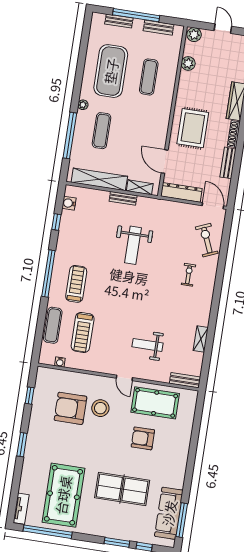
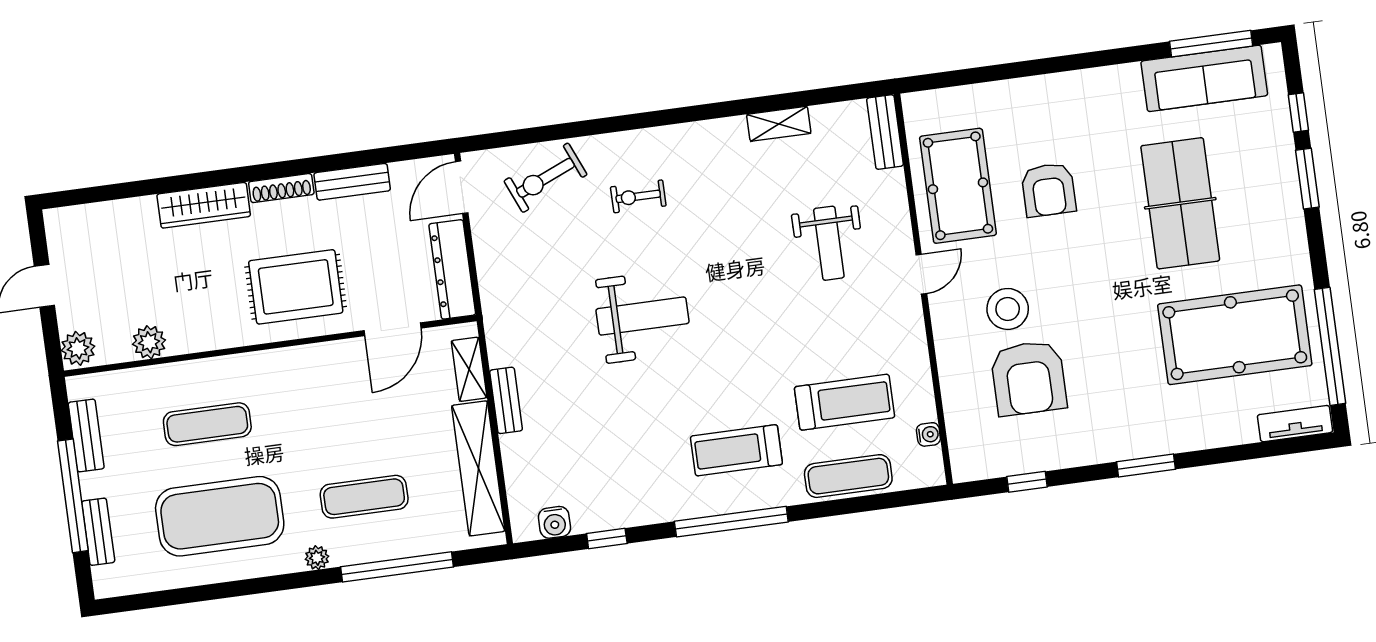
weight bench: (133, 245) -> (642, 316), moved

